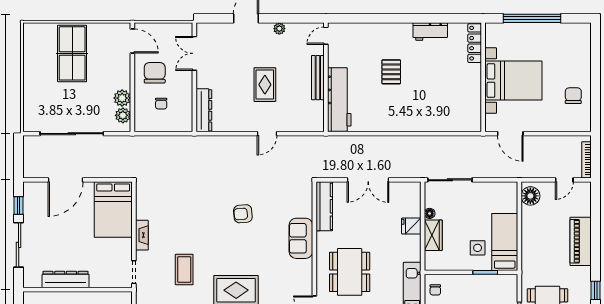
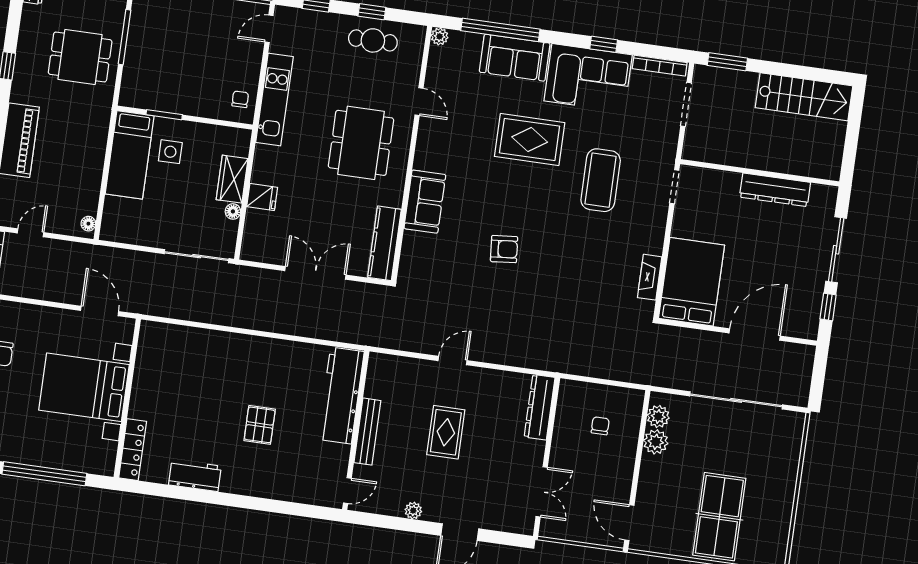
chair: (155, 73) -> (603, 472), removed
floor lamp: (530, 196) -> (88, 224), width x0.53, depth x0.53
fireplace: (142, 235) -> (650, 277), moved
coffee table: (184, 270) -> (601, 180), width x1.36, depth x1.32

